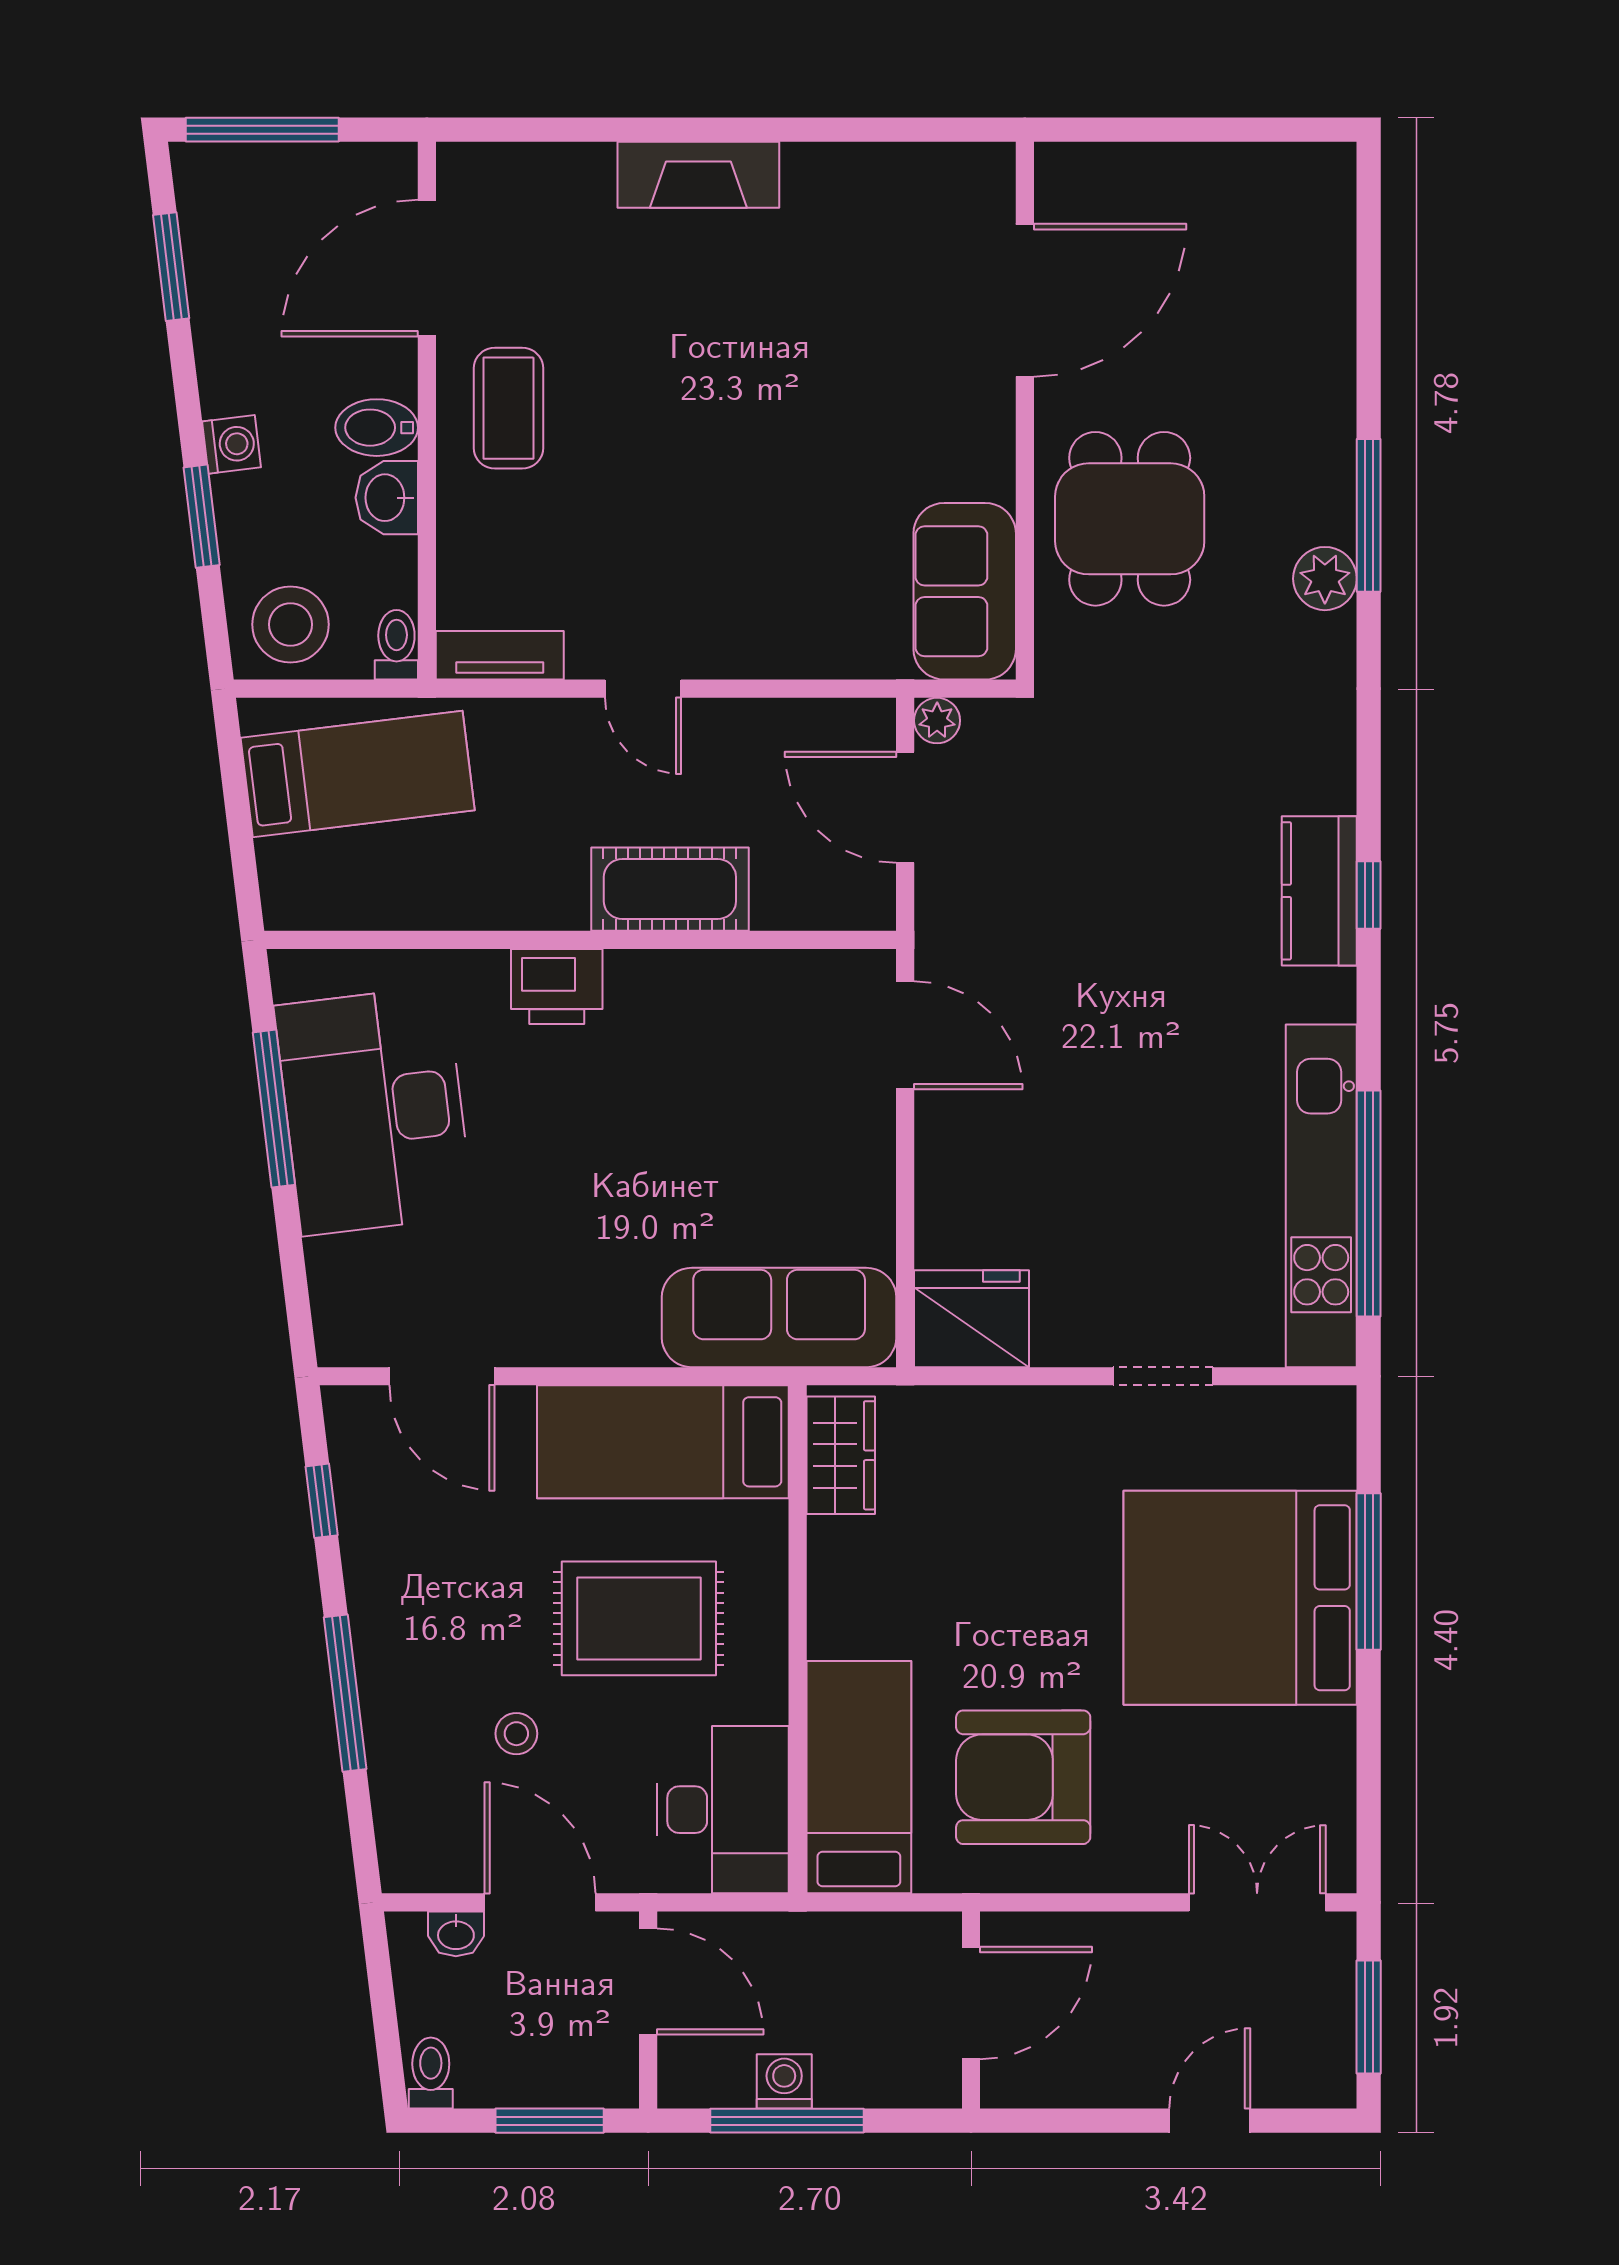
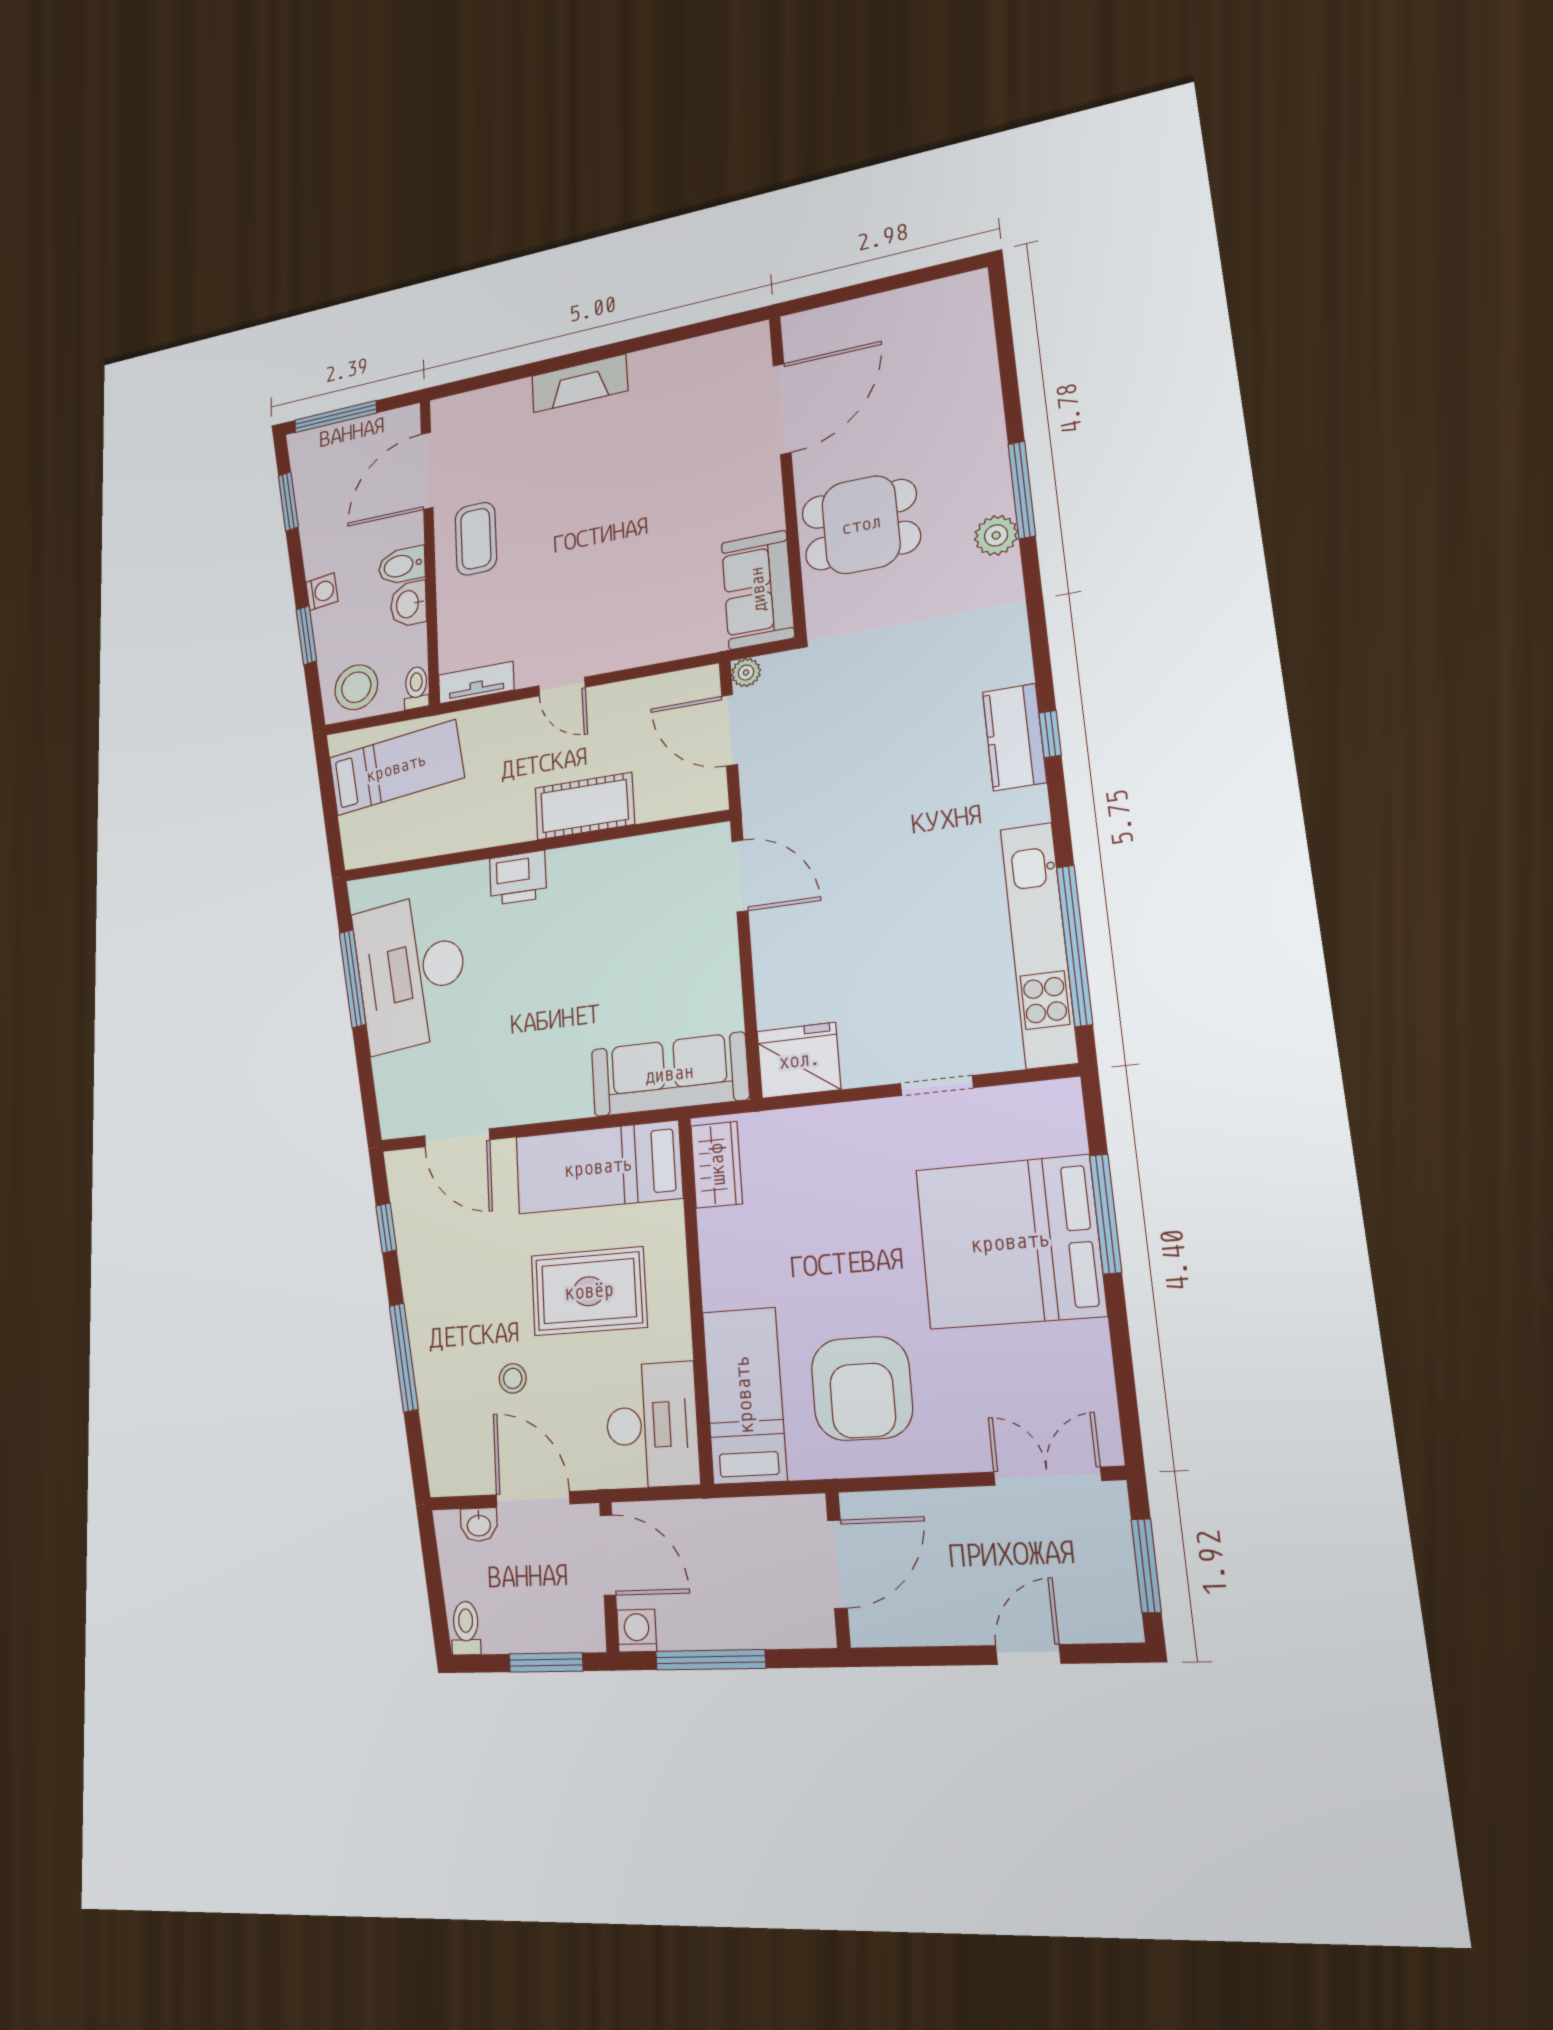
dining table: (1130, 519) -> (861, 525), turned 90
armchair: (1023, 1777) -> (862, 1388), turned -90
washing machine: (784, 2081) -> (637, 1631), moved

